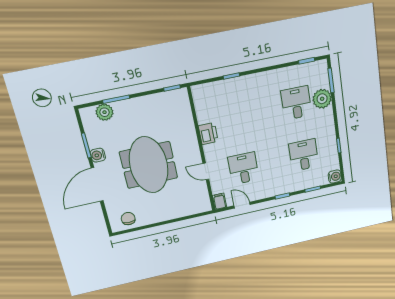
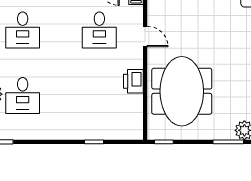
meeting table: (149, 165) -> (182, 91), moved

